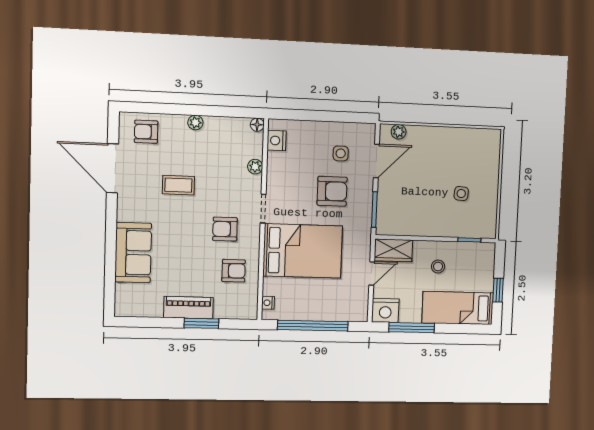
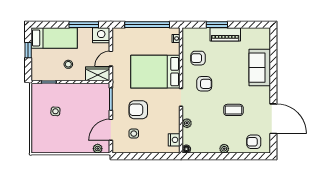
armchair: (146, 132) -> (254, 142), turned 180

